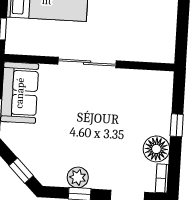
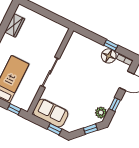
window: (177, 125) -> (111, 45), moved
plant: (78, 177) -> (101, 113), moved

